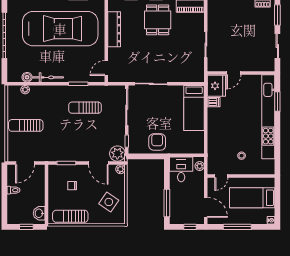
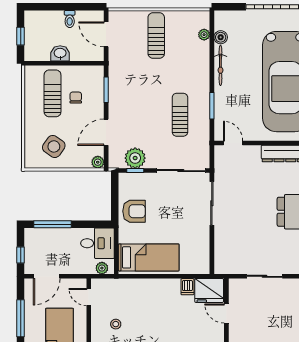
bed: (194, 108) -> (149, 257), moved, turned 180
plant: (117, 154) -> (135, 158), moved
washbasin: (39, 213) -> (60, 53), moved
sun lounger: (70, 216) -> (53, 93), moved

